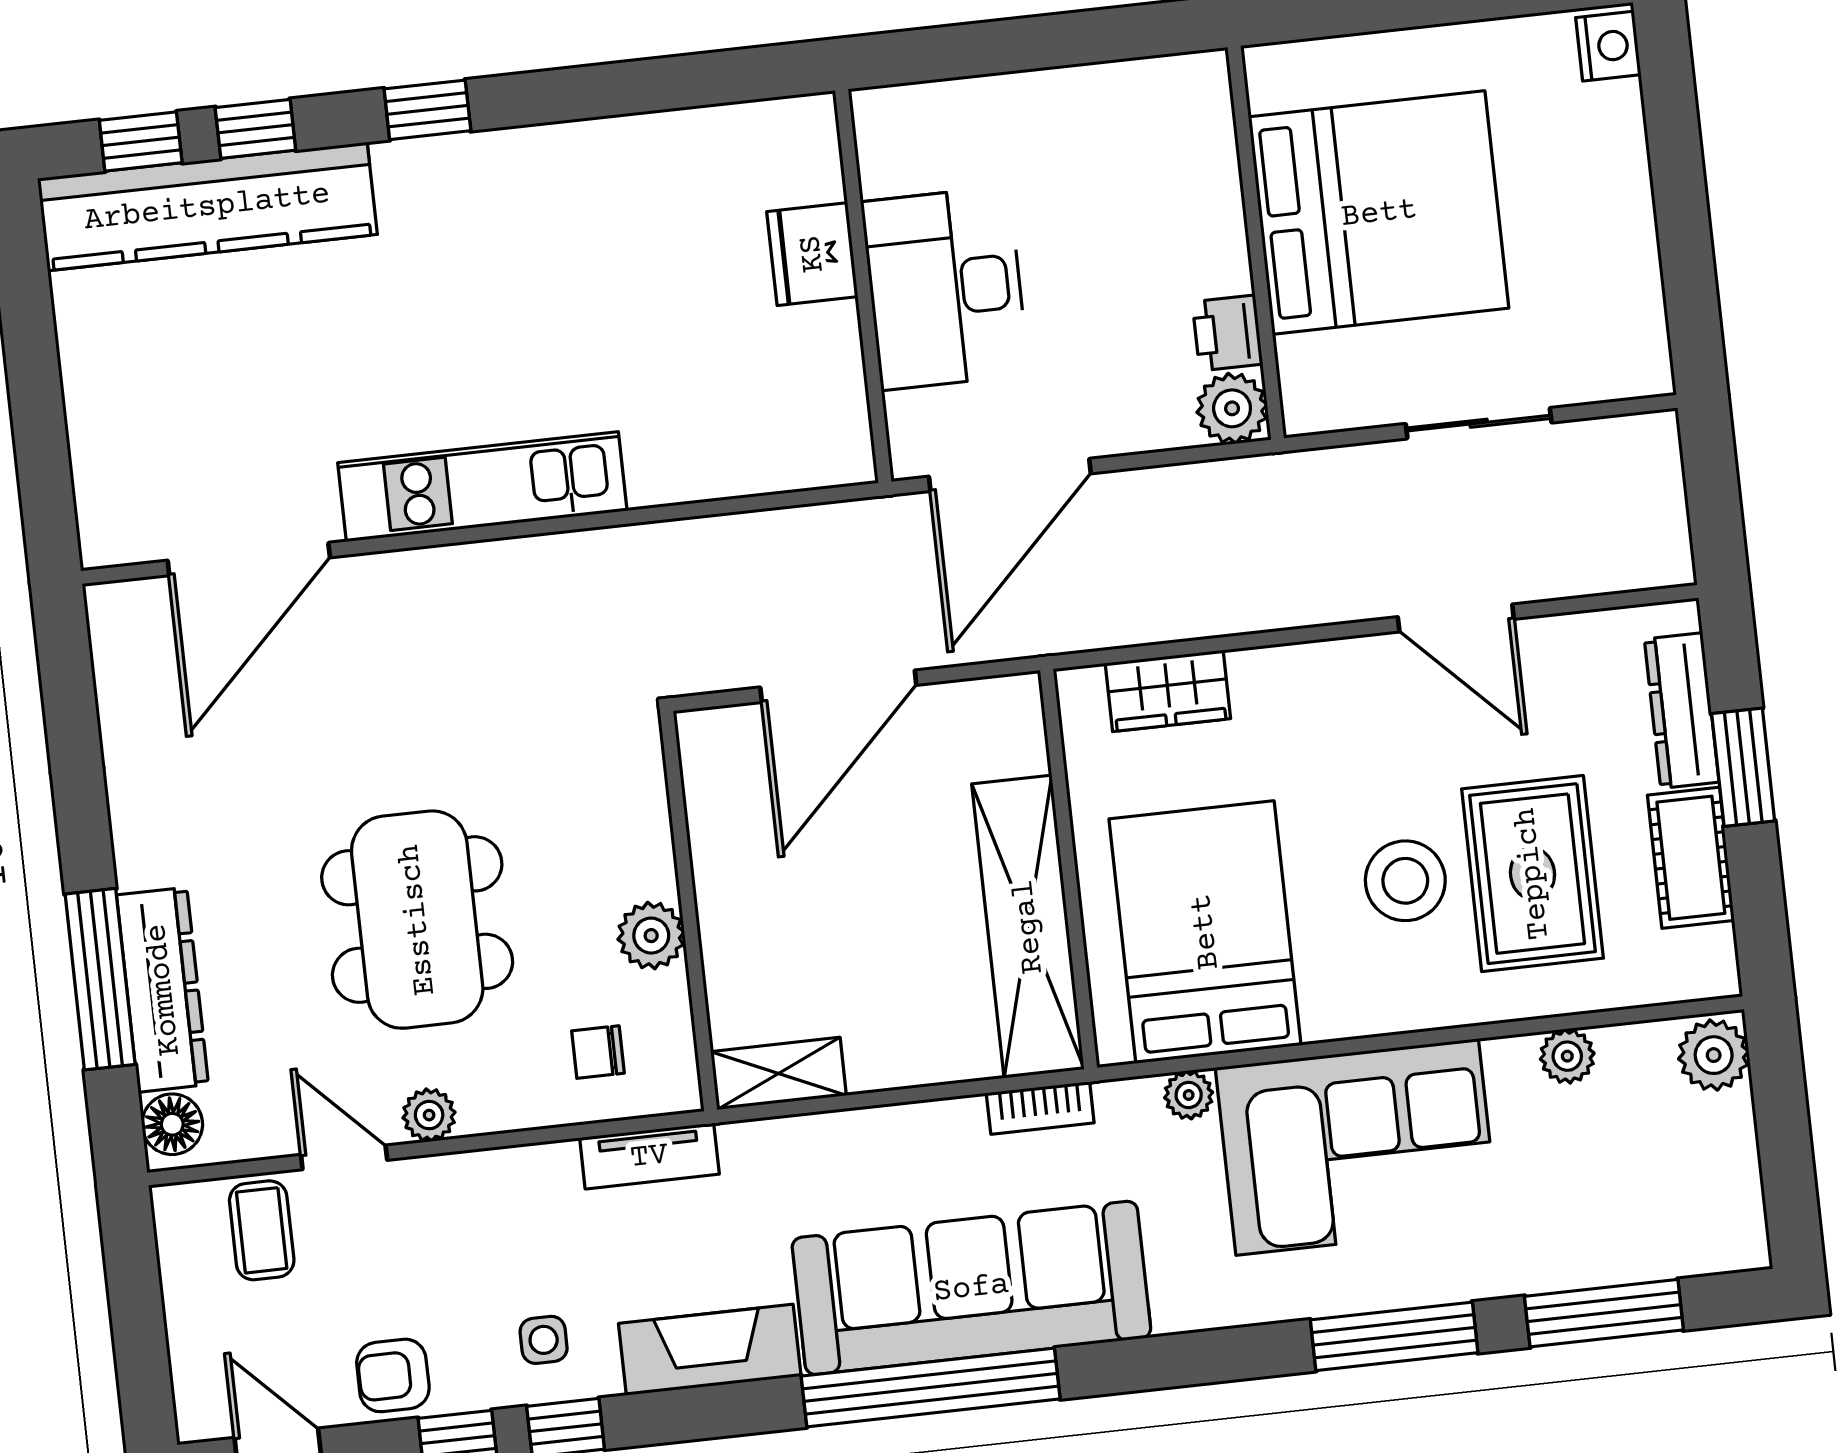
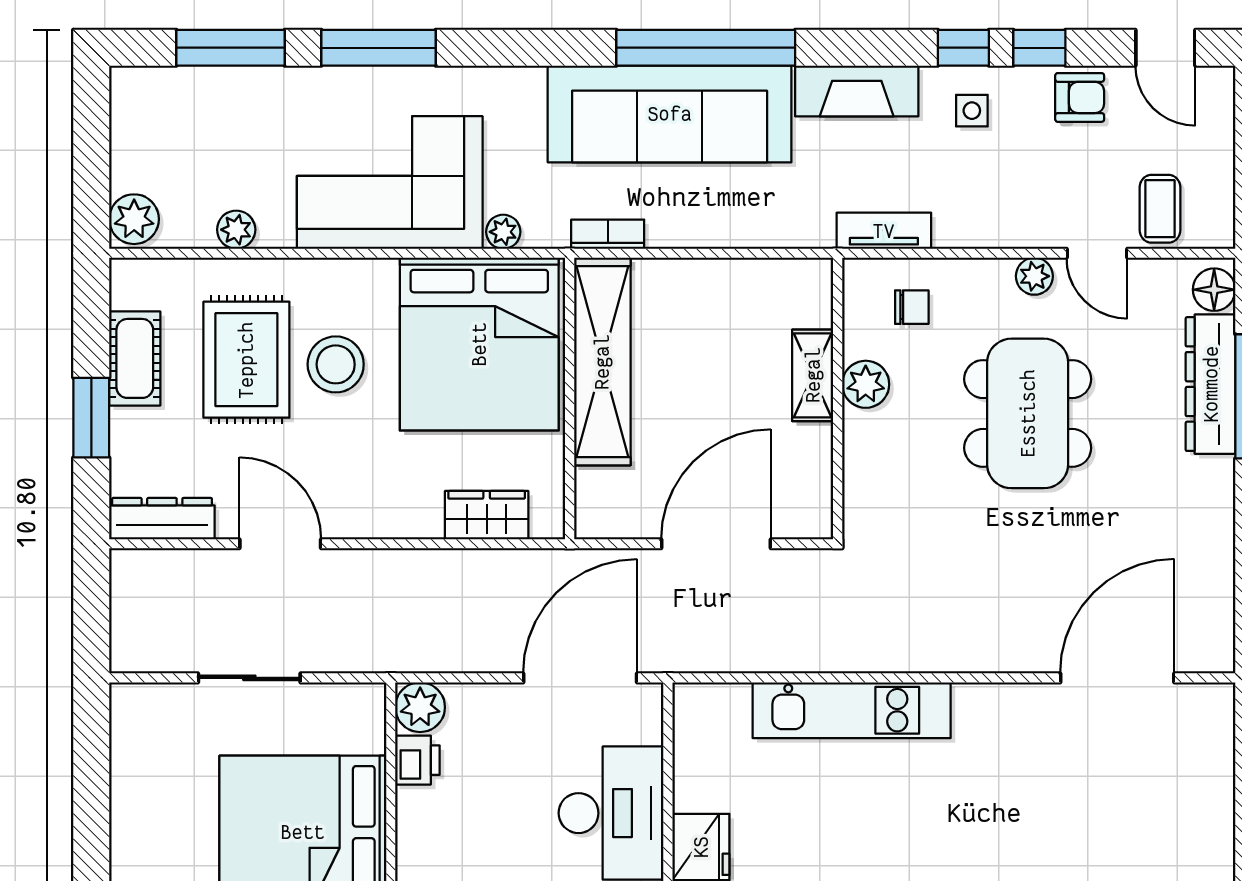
kitchen unit: (482, 487) -> (852, 710), moved
dresser: (1682, 711) -> (162, 519), moved, turned -90
bed: (1205, 932) -> (479, 344), width x1.36
shelving: (779, 1074) -> (813, 375), moved, turned 90

